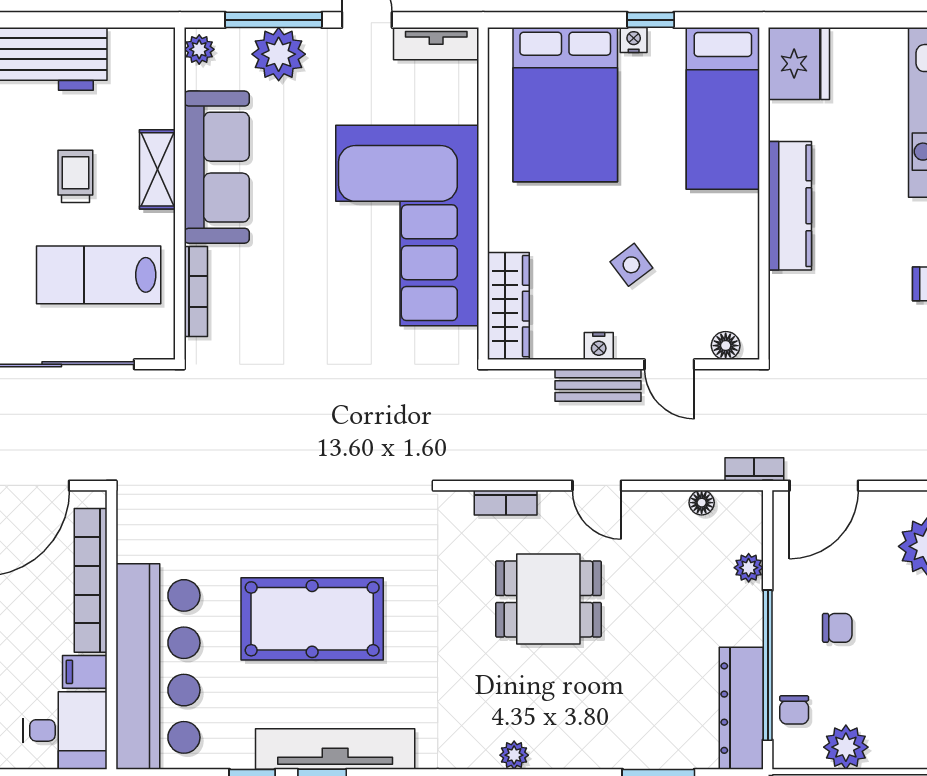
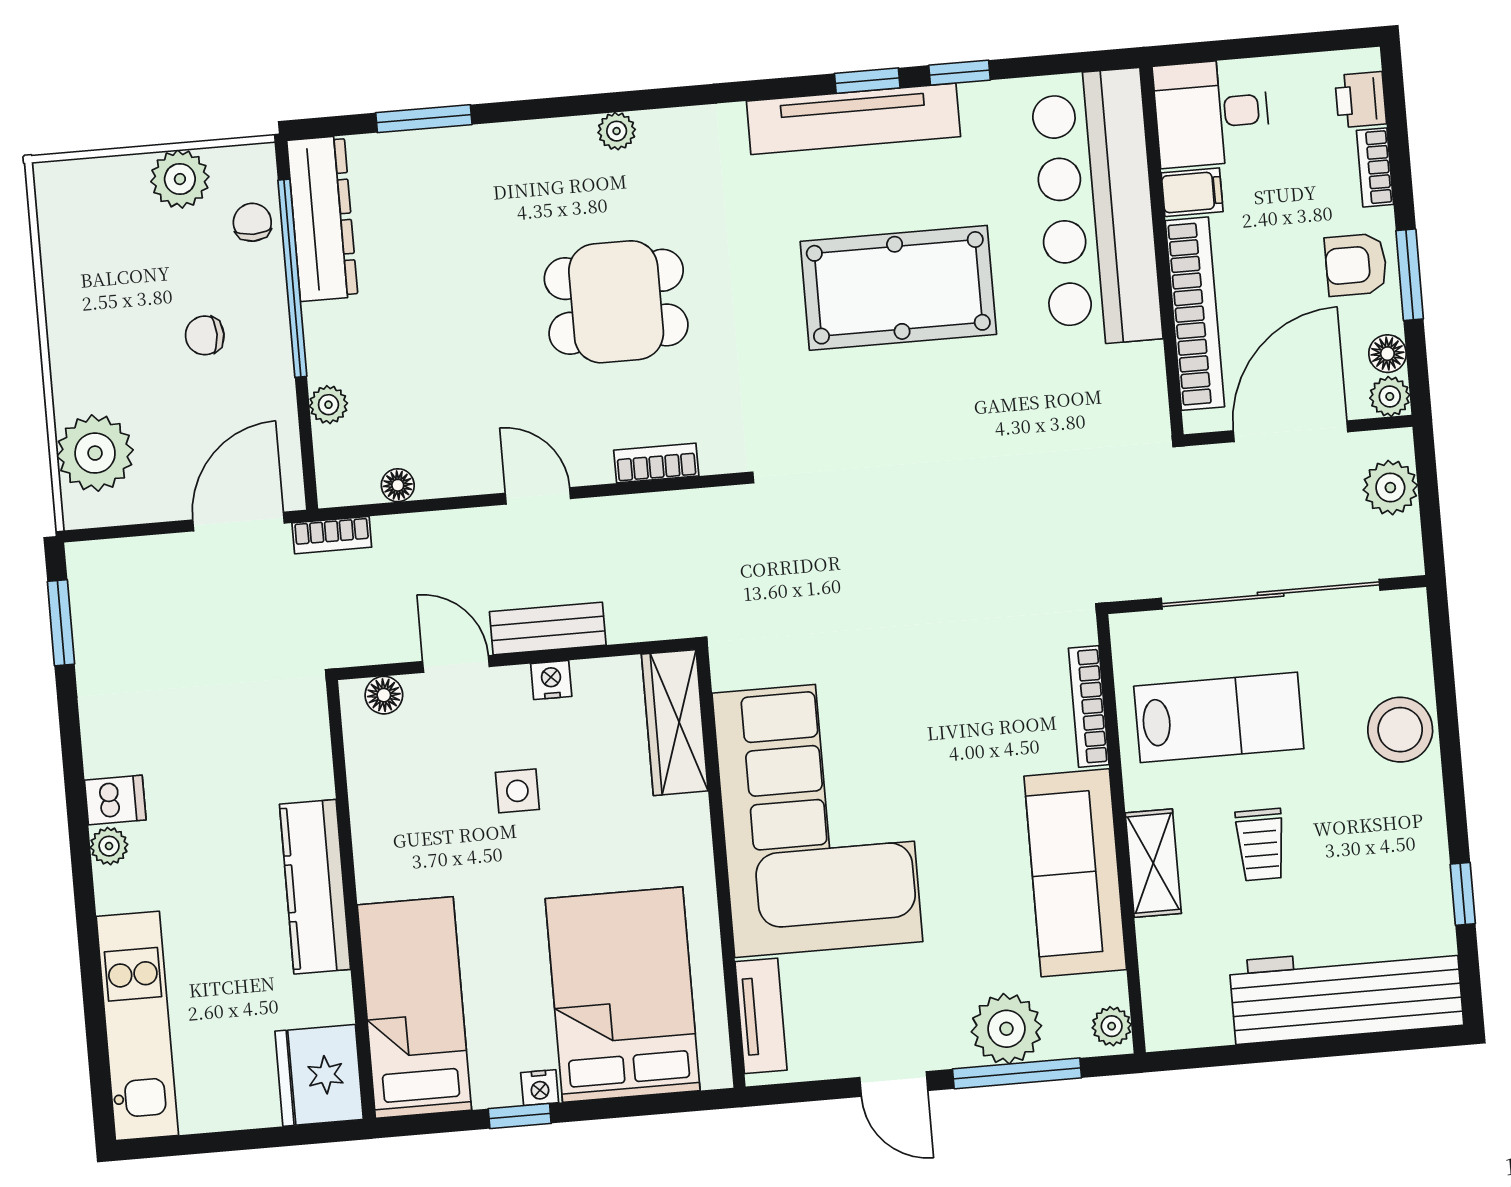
tv unit: (436, 44) -> (761, 1016), moved, turned 90
side table: (631, 265) -> (517, 791), turned 37
dining table: (548, 599) -> (616, 302), moved

